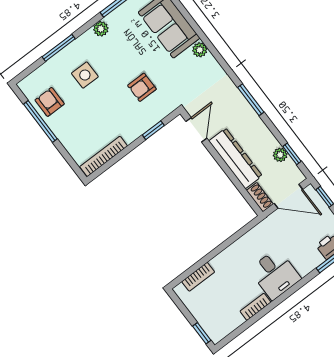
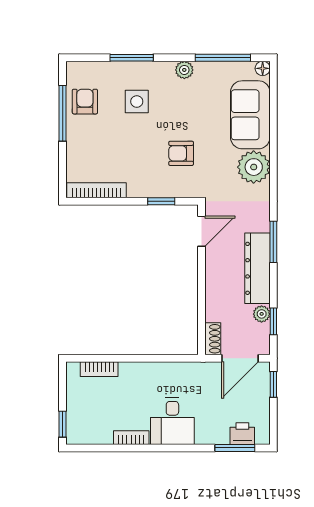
plant: (200, 50) -> (254, 167), width x1.87, depth x1.87
dresser: (235, 158) -> (257, 268), moved, turned 180
door: (288, 196) -> (240, 358), hinge flipped

